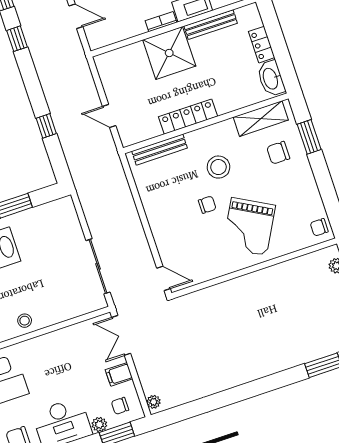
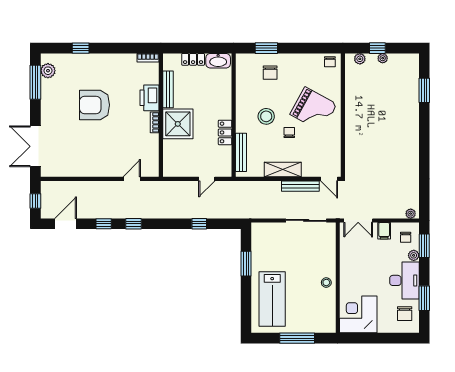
locker: (188, 117) -> (225, 132), width x0.66
shelving: (261, 119) -> (283, 170), moved, turned 90
bench: (141, 243) -> (300, 186), added
door: (164, 278) -> (329, 179), swing flipped

